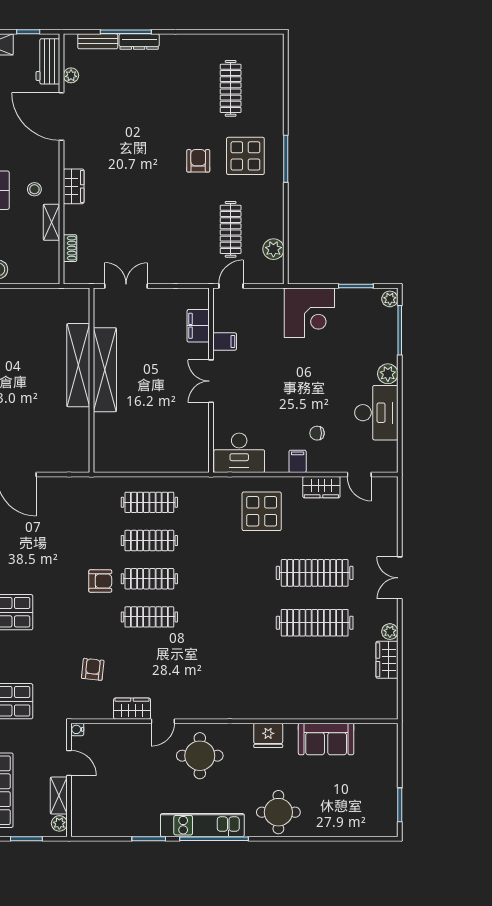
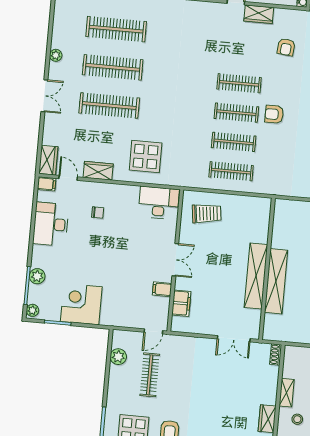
shoe rack: (70, 248) -> (276, 354), moved
corner desk: (309, 313) -> (81, 304), moved
plant: (388, 374) -> (37, 276), moved
trolley: (176, 445) -> (207, 214), added
filing cabinet: (298, 461) -> (47, 184), moved, turned -90
wardrobe: (387, 660) -> (48, 160), moved
clothes rail: (315, 673) -> (116, 29), added

